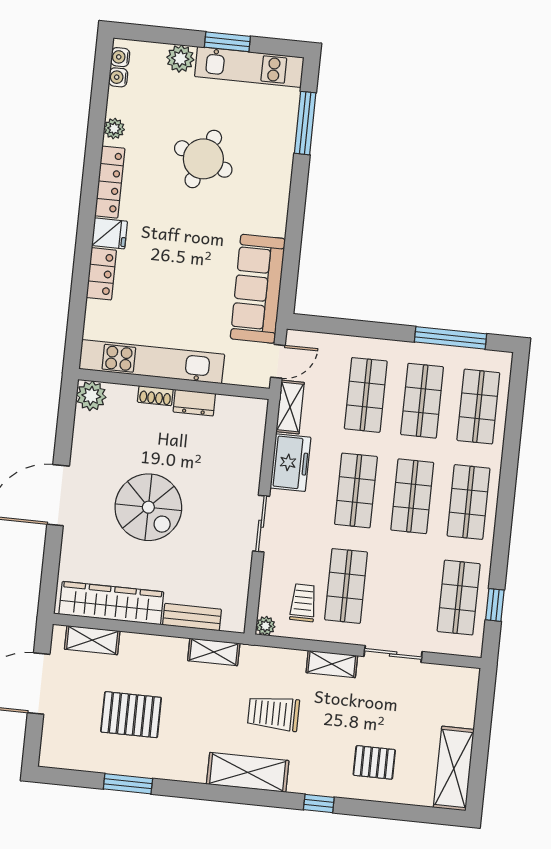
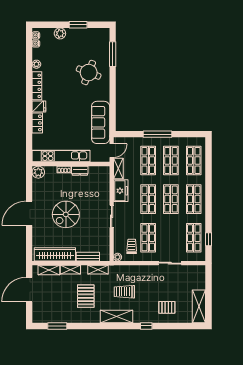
kitchen unit: (249, 67) -> (88, 34), removed
round table: (203, 159) -> (89, 73), moved
window: (450, 338) -> (158, 134), moved
spiral stairs: (148, 507) -> (66, 214), turned 90
shelving: (332, 664) -> (70, 270), moved
pallet: (131, 715) -> (86, 296), moved, turned 90
window: (128, 784) -> (57, 326), moved

